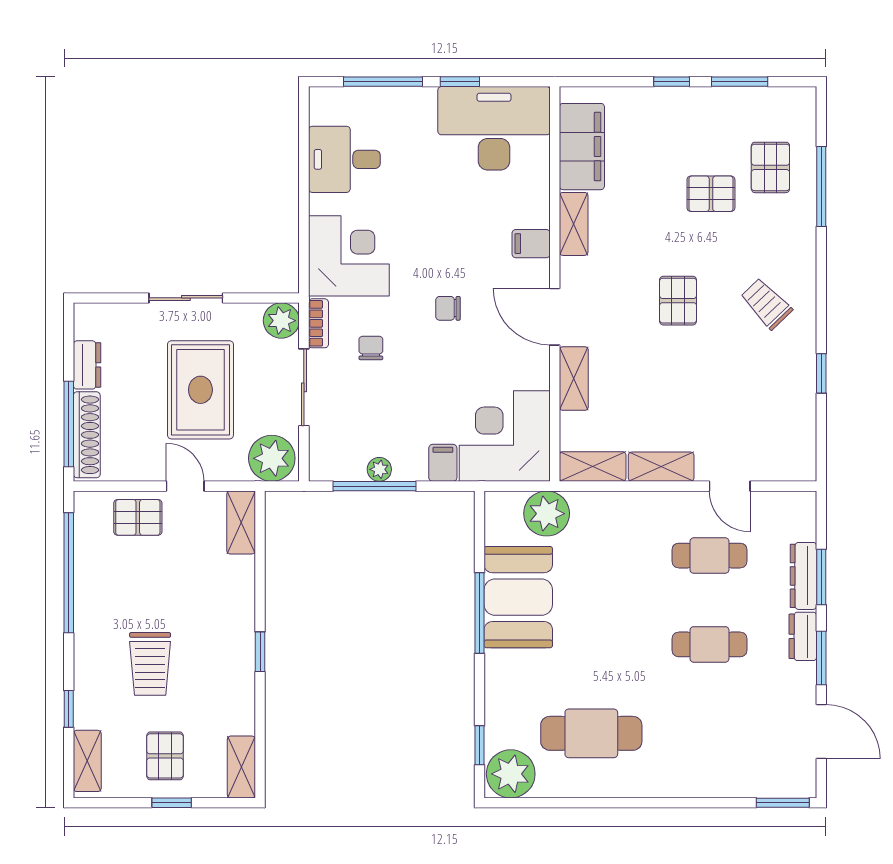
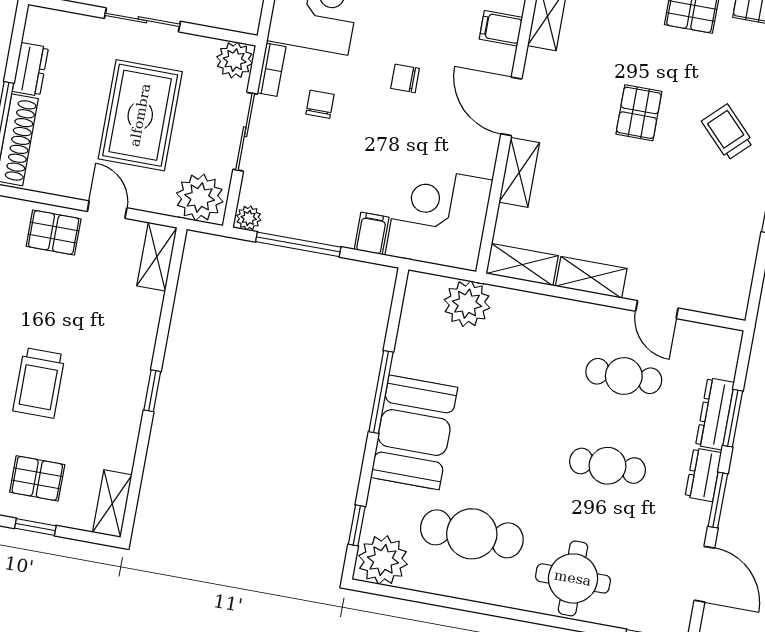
plant: (379, 469) -> (249, 218), moved
booth: (518, 597) -> (414, 432), moved
pallet: (165, 756) -> (37, 478), turned 90
round table: (696, 758) -> (573, 578), added

